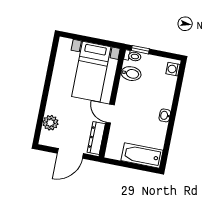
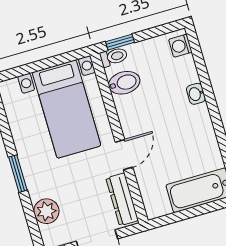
window: (45, 94) -> (18, 174), added
door: (110, 114) -> (124, 155), swing flipped
washbasin: (165, 115) -> (196, 94), moved

